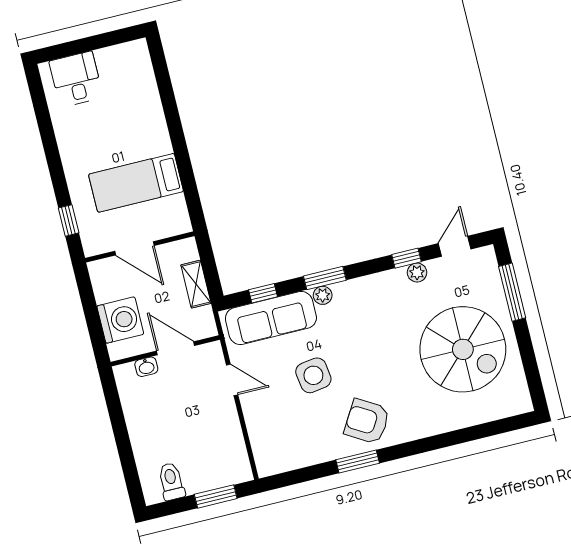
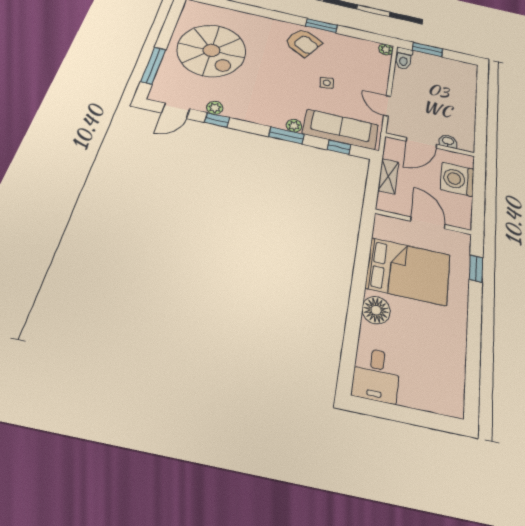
desk: (76, 79) -> (376, 375), moved
floor lamp: (153, 127) -> (376, 310), added
bed: (136, 183) -> (408, 271), width x1.50
door: (176, 348) -> (421, 143), hinge flipped
spiral stairs: (463, 349) -> (211, 50), turned 180
side table: (313, 375) -> (327, 83), width x0.54, depth x0.54
plant: (266, 467) -> (386, 49), added
toilet: (171, 481) -> (404, 58), moved

